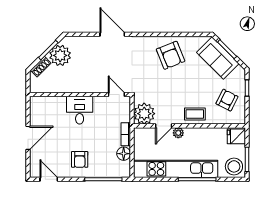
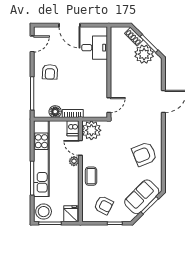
desk: (80, 110) -> (95, 48), moved
dishwasher: (142, 134) -> (73, 128), added
armchair: (80, 159) -> (50, 72), turned -88

